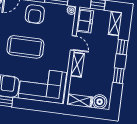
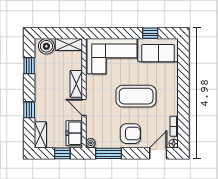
armchair: (35, 14) -> (130, 134), turned 90
window: (119, 76) -> (29, 66), moved

